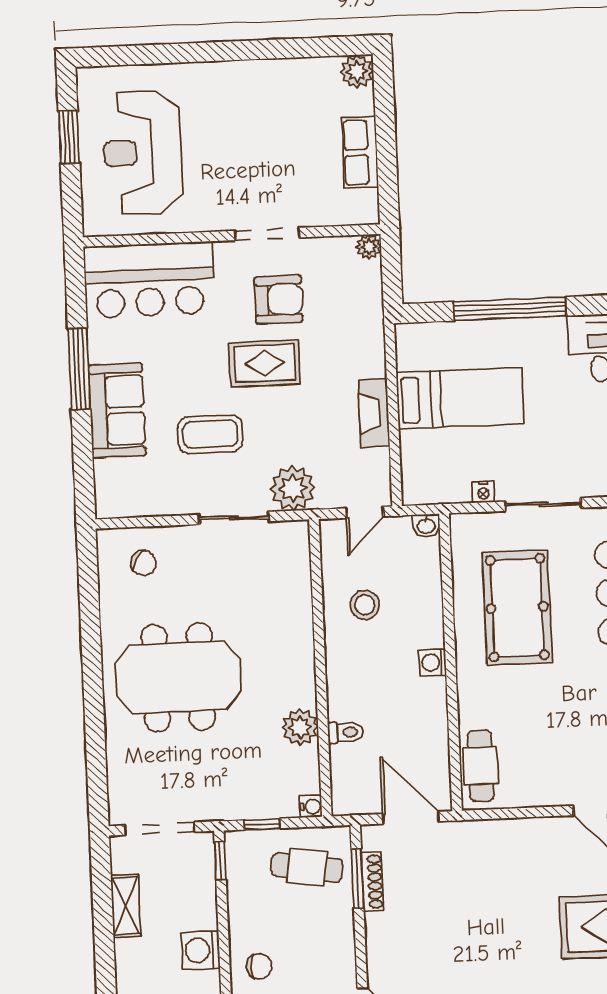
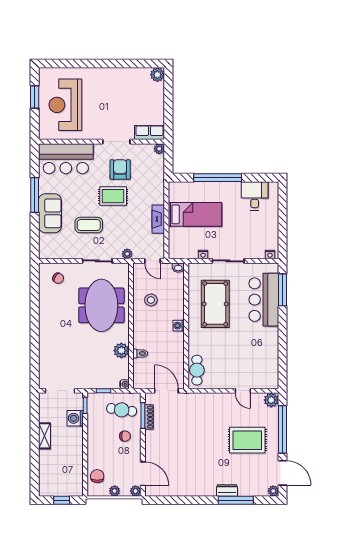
row of seats: (360, 152) -> (149, 132), moved, turned 90
armchair: (279, 300) -> (120, 169), turned -90
plant: (293, 488) -> (127, 254), width x0.53, depth x0.53
door: (365, 512) -> (153, 261), hinge flipped
meeting table: (178, 677) -> (101, 305), moved, turned 90
shelving: (126, 906) -> (44, 436), moved
washing machine: (201, 950) -> (75, 418), moved
chair: (259, 966) -> (125, 436), moved

